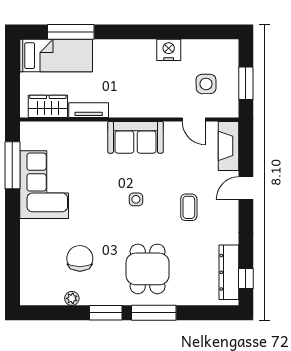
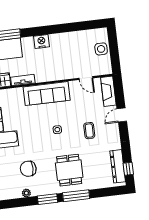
nightstand: (169, 50) -> (42, 42), moved
window: (246, 83) -> (114, 53), removed
side table: (206, 84) -> (101, 49), moved
sofa: (135, 137) -> (47, 94), width x1.36
chair: (80, 258) -> (28, 169), turned -90

